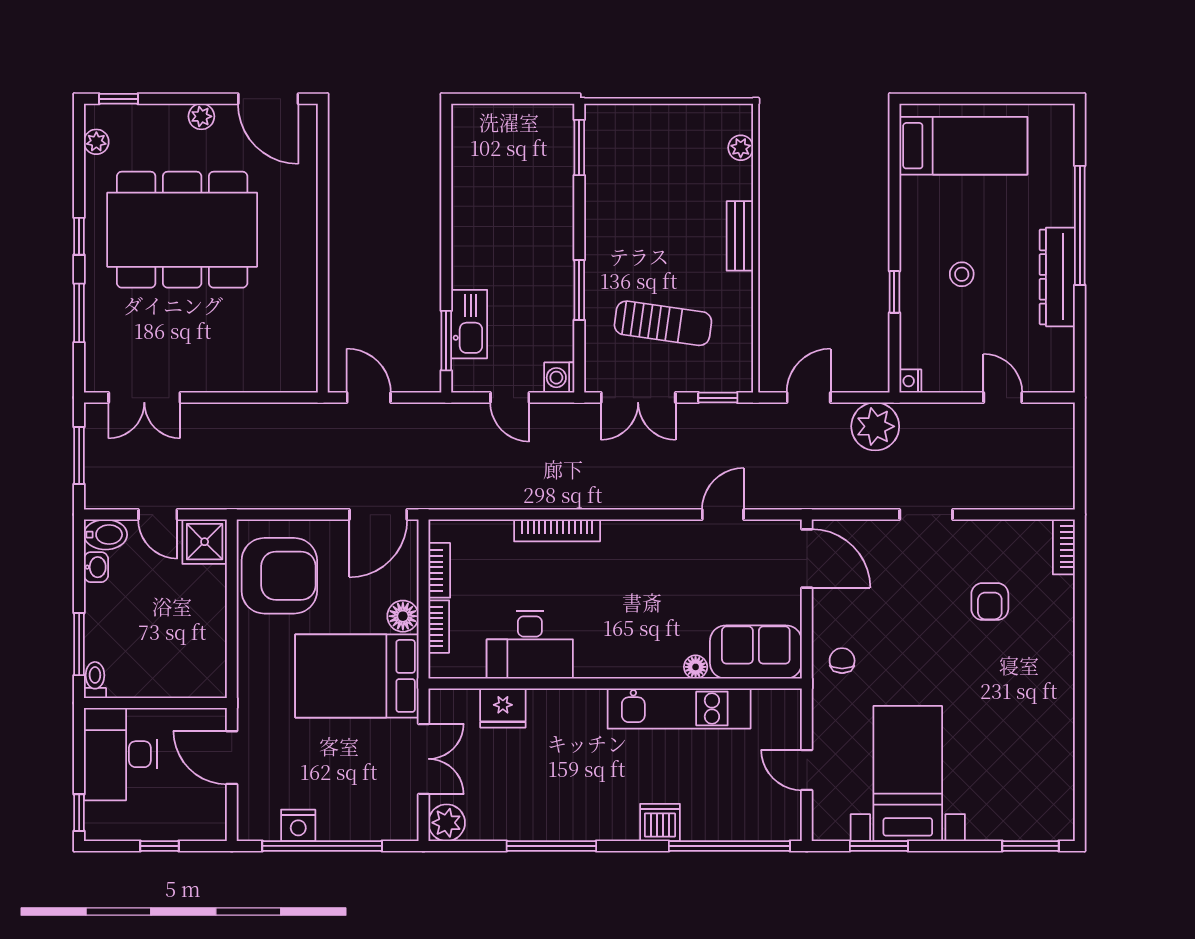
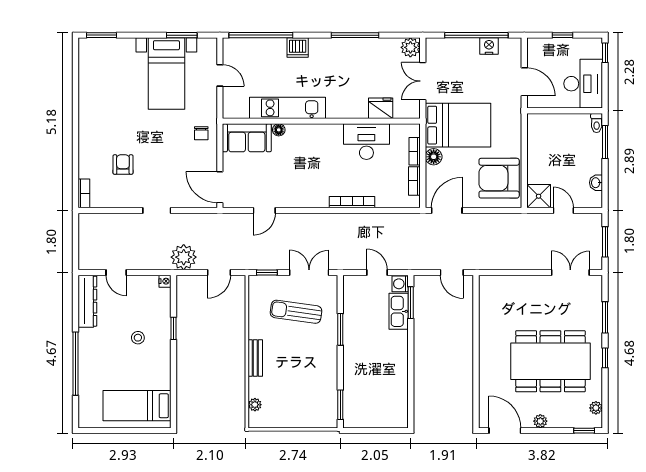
dresser: (1057, 277) -> (87, 301), moved
washing machine: (559, 378) -> (400, 284), moved, turned 180
bidet: (106, 535) -> (591, 200), removed

